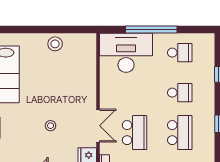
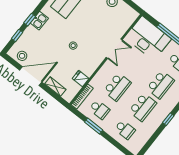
school desk: (180, 93) -> (161, 85), width x1.85
double door: (98, 126) -> (114, 49), moved

